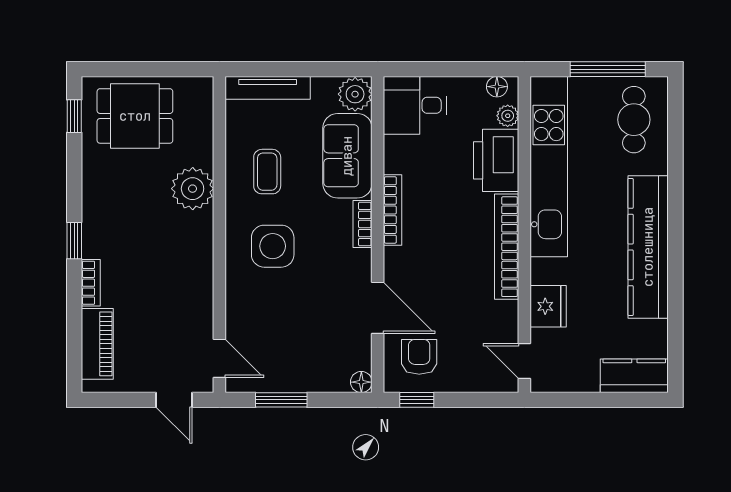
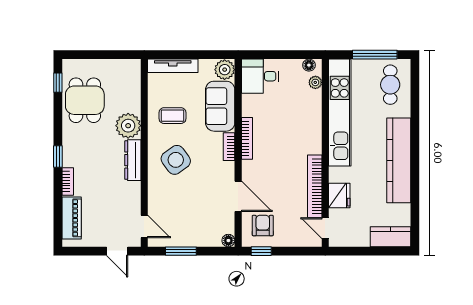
dining table: (135, 116) -> (85, 100), moved, turned 90
printer: (496, 160) -> (308, 109), removed
coffee table: (267, 172) -> (172, 116), turned 90
side table: (273, 246) -> (176, 160), turned -36
dresser: (200, 247) -> (133, 160), added
bookcase: (507, 247) -> (315, 186), moved

